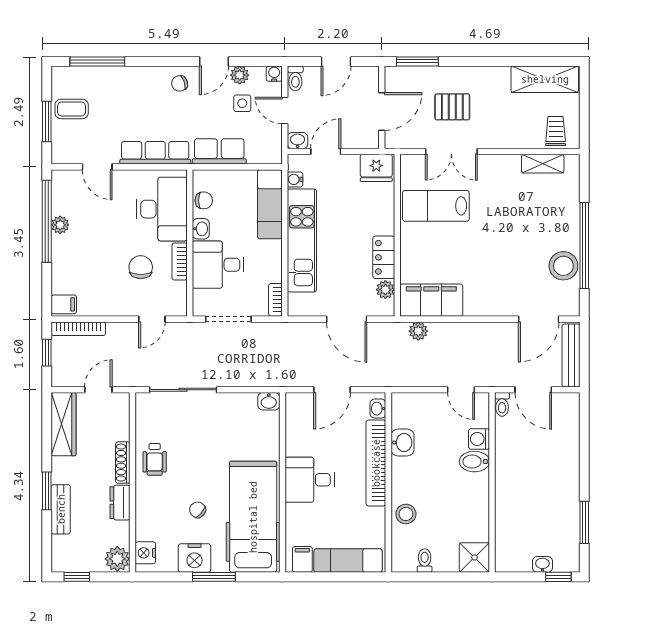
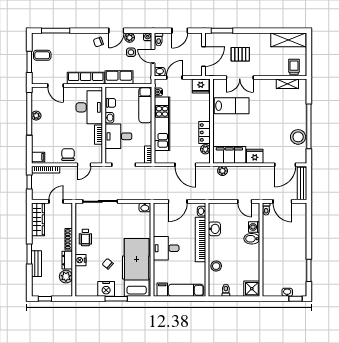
lab bench: (436, 206) -> (232, 106), turned 180
chair: (141, 267) -> (68, 155), moved
fridge: (480, 303) -> (255, 156), added
nightstand: (145, 553) -> (81, 260), moved
plant: (117, 559) -> (66, 277), moved

